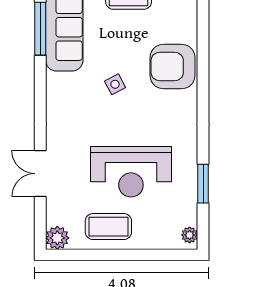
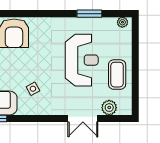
side table: (115, 84) -> (33, 89), moved
plant: (57, 238) -> (109, 108), moved

